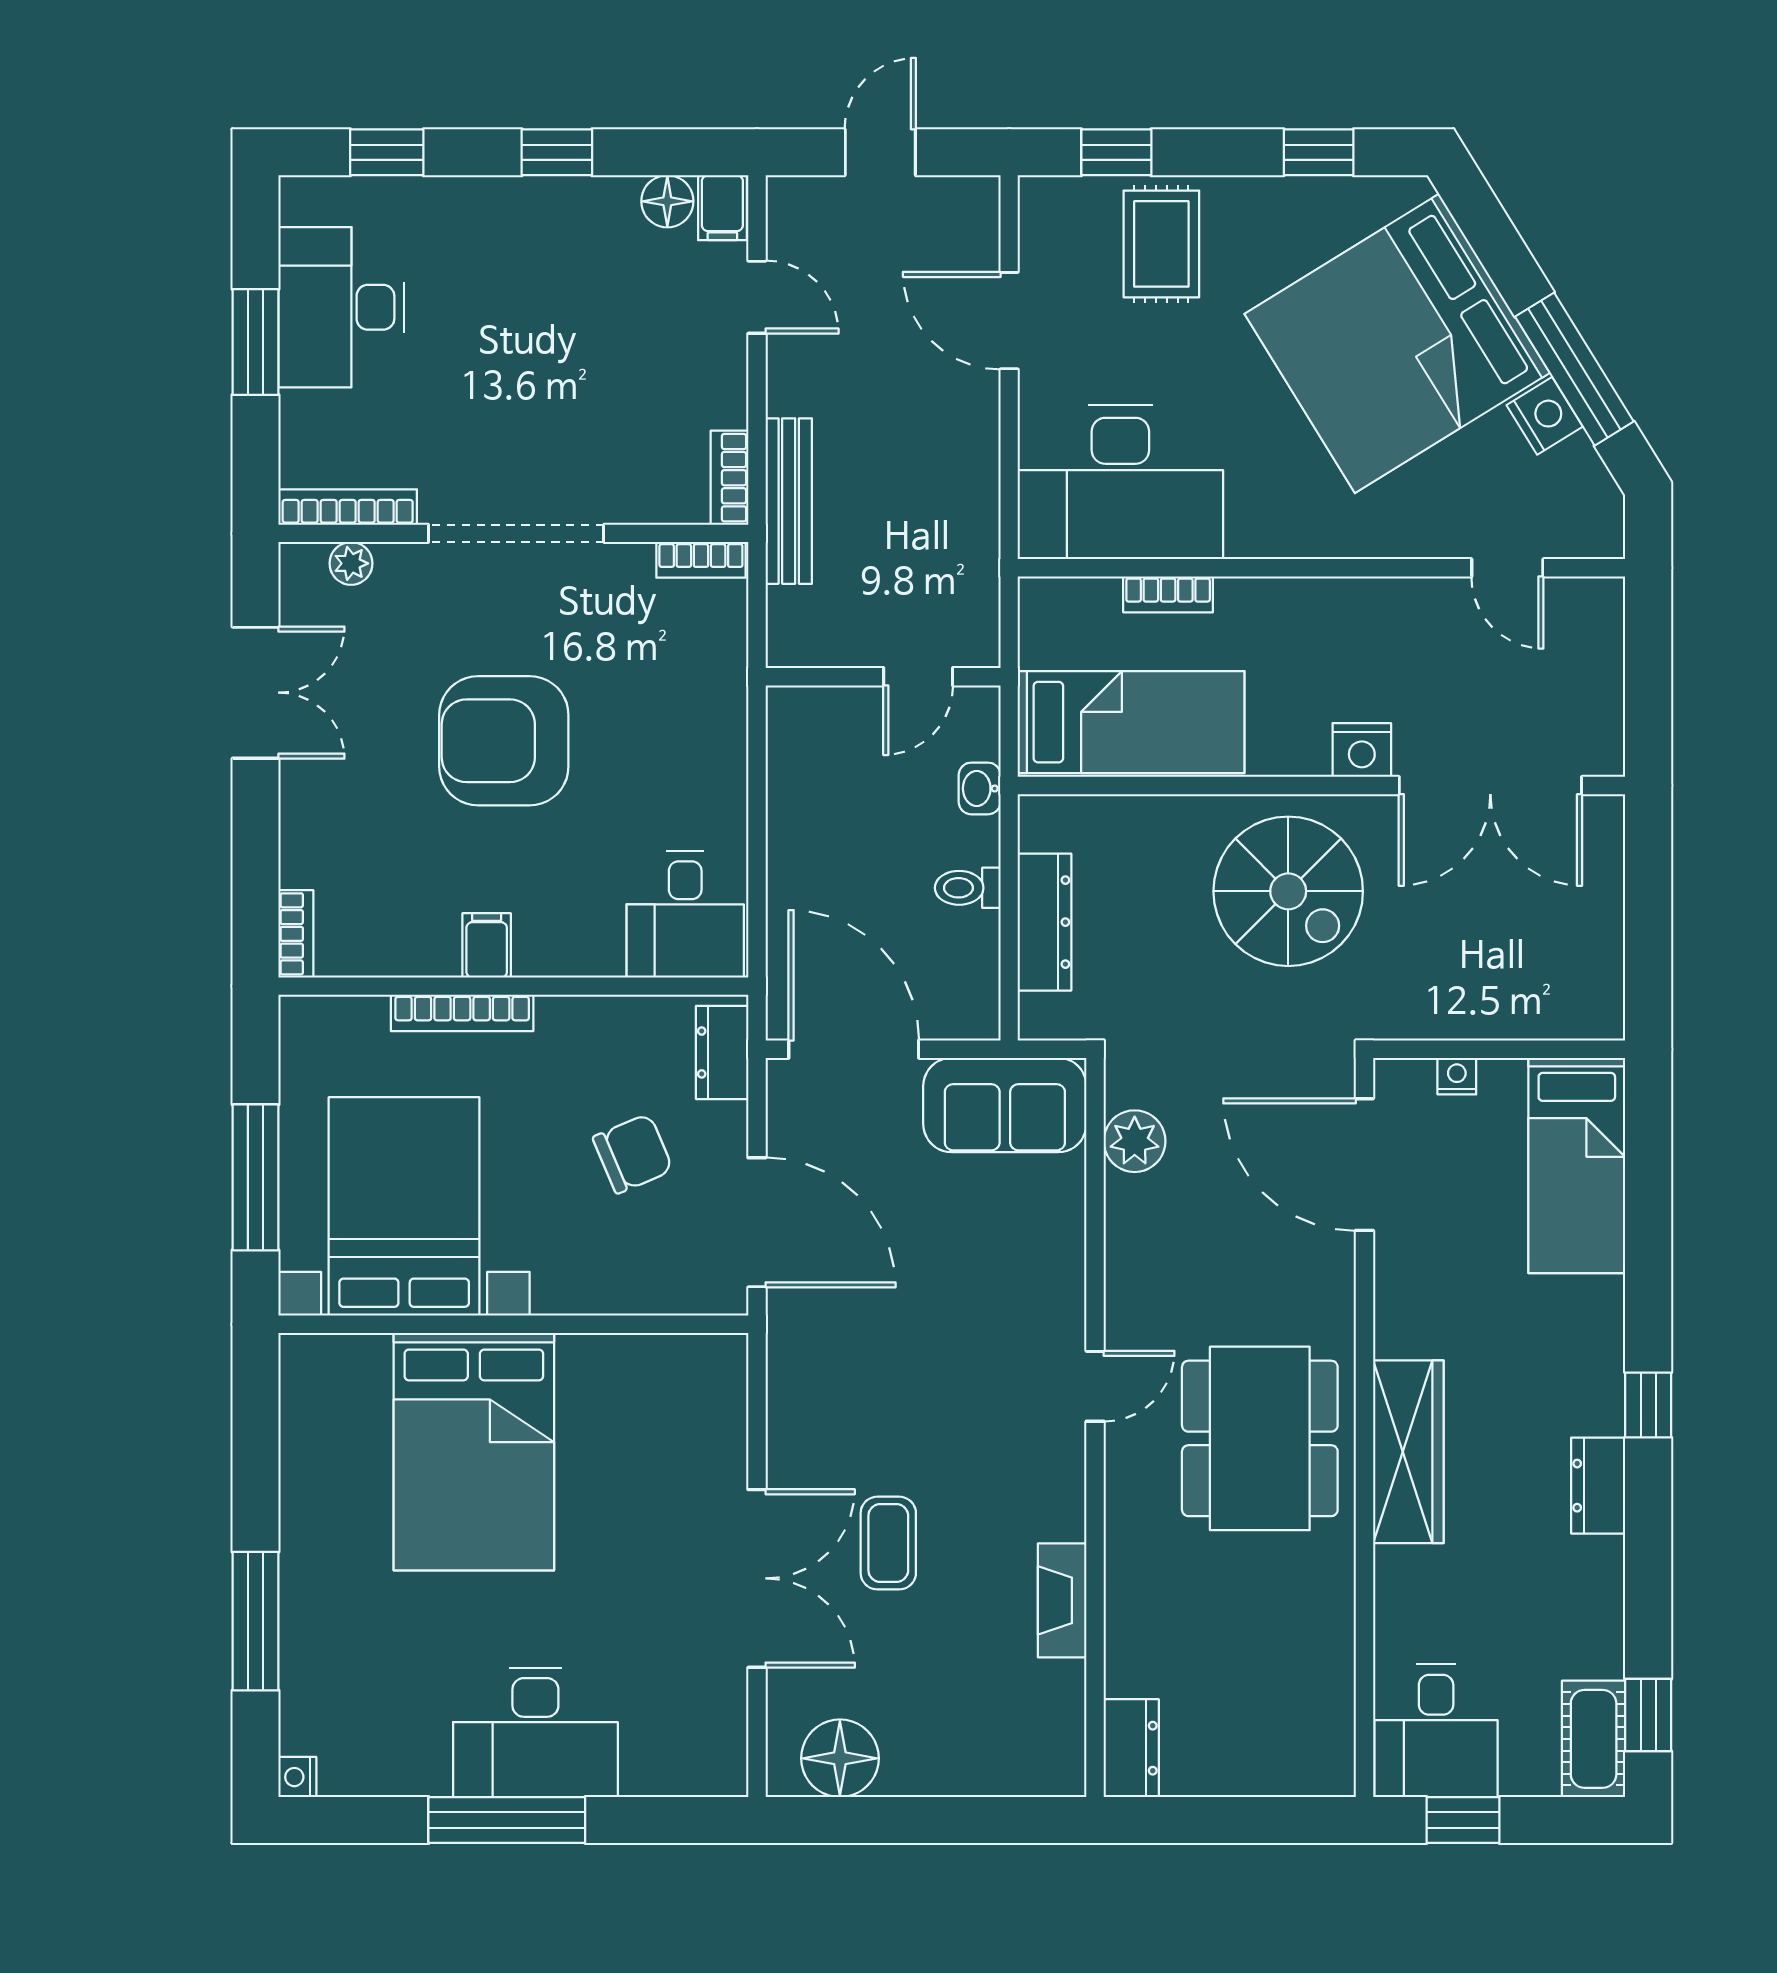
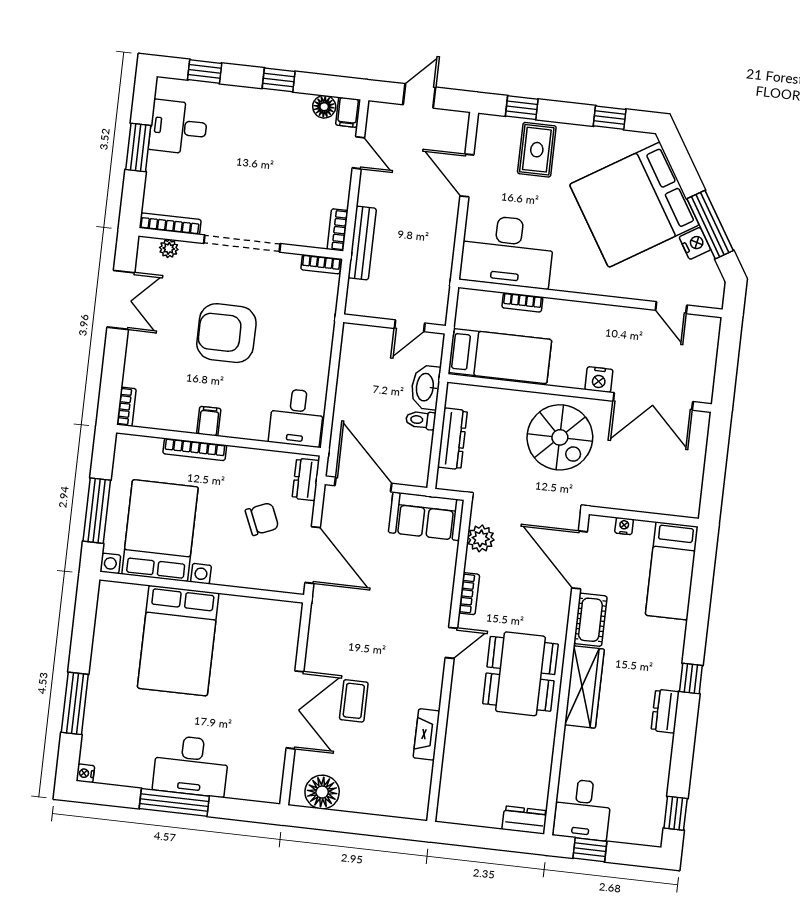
desk: (341, 307) -> (178, 127), width x0.73
washbasin: (980, 788) -> (426, 387), width x1.91, depth x1.45
bookcase: (1122, 1270) -> (469, 594), added
cot: (1594, 1739) -> (590, 620), moved
dresser: (1131, 1748) -> (525, 820), moved, turned -90

